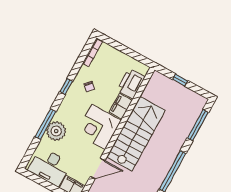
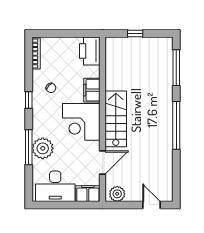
printer: (131, 84) -> (90, 51), moved
stairs: (136, 134) -> (116, 119), width x0.73, depth x0.66

